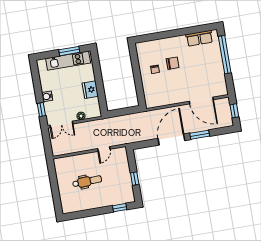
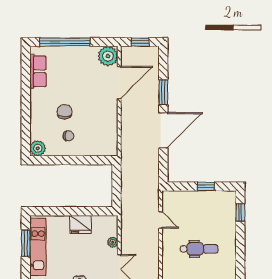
plant: (142, 48) -> (38, 148), added
plant: (220, 89) -> (108, 56), added
door: (171, 140) -> (163, 130), swing flipped
dental chair: (87, 181) -> (199, 249), turned 92

